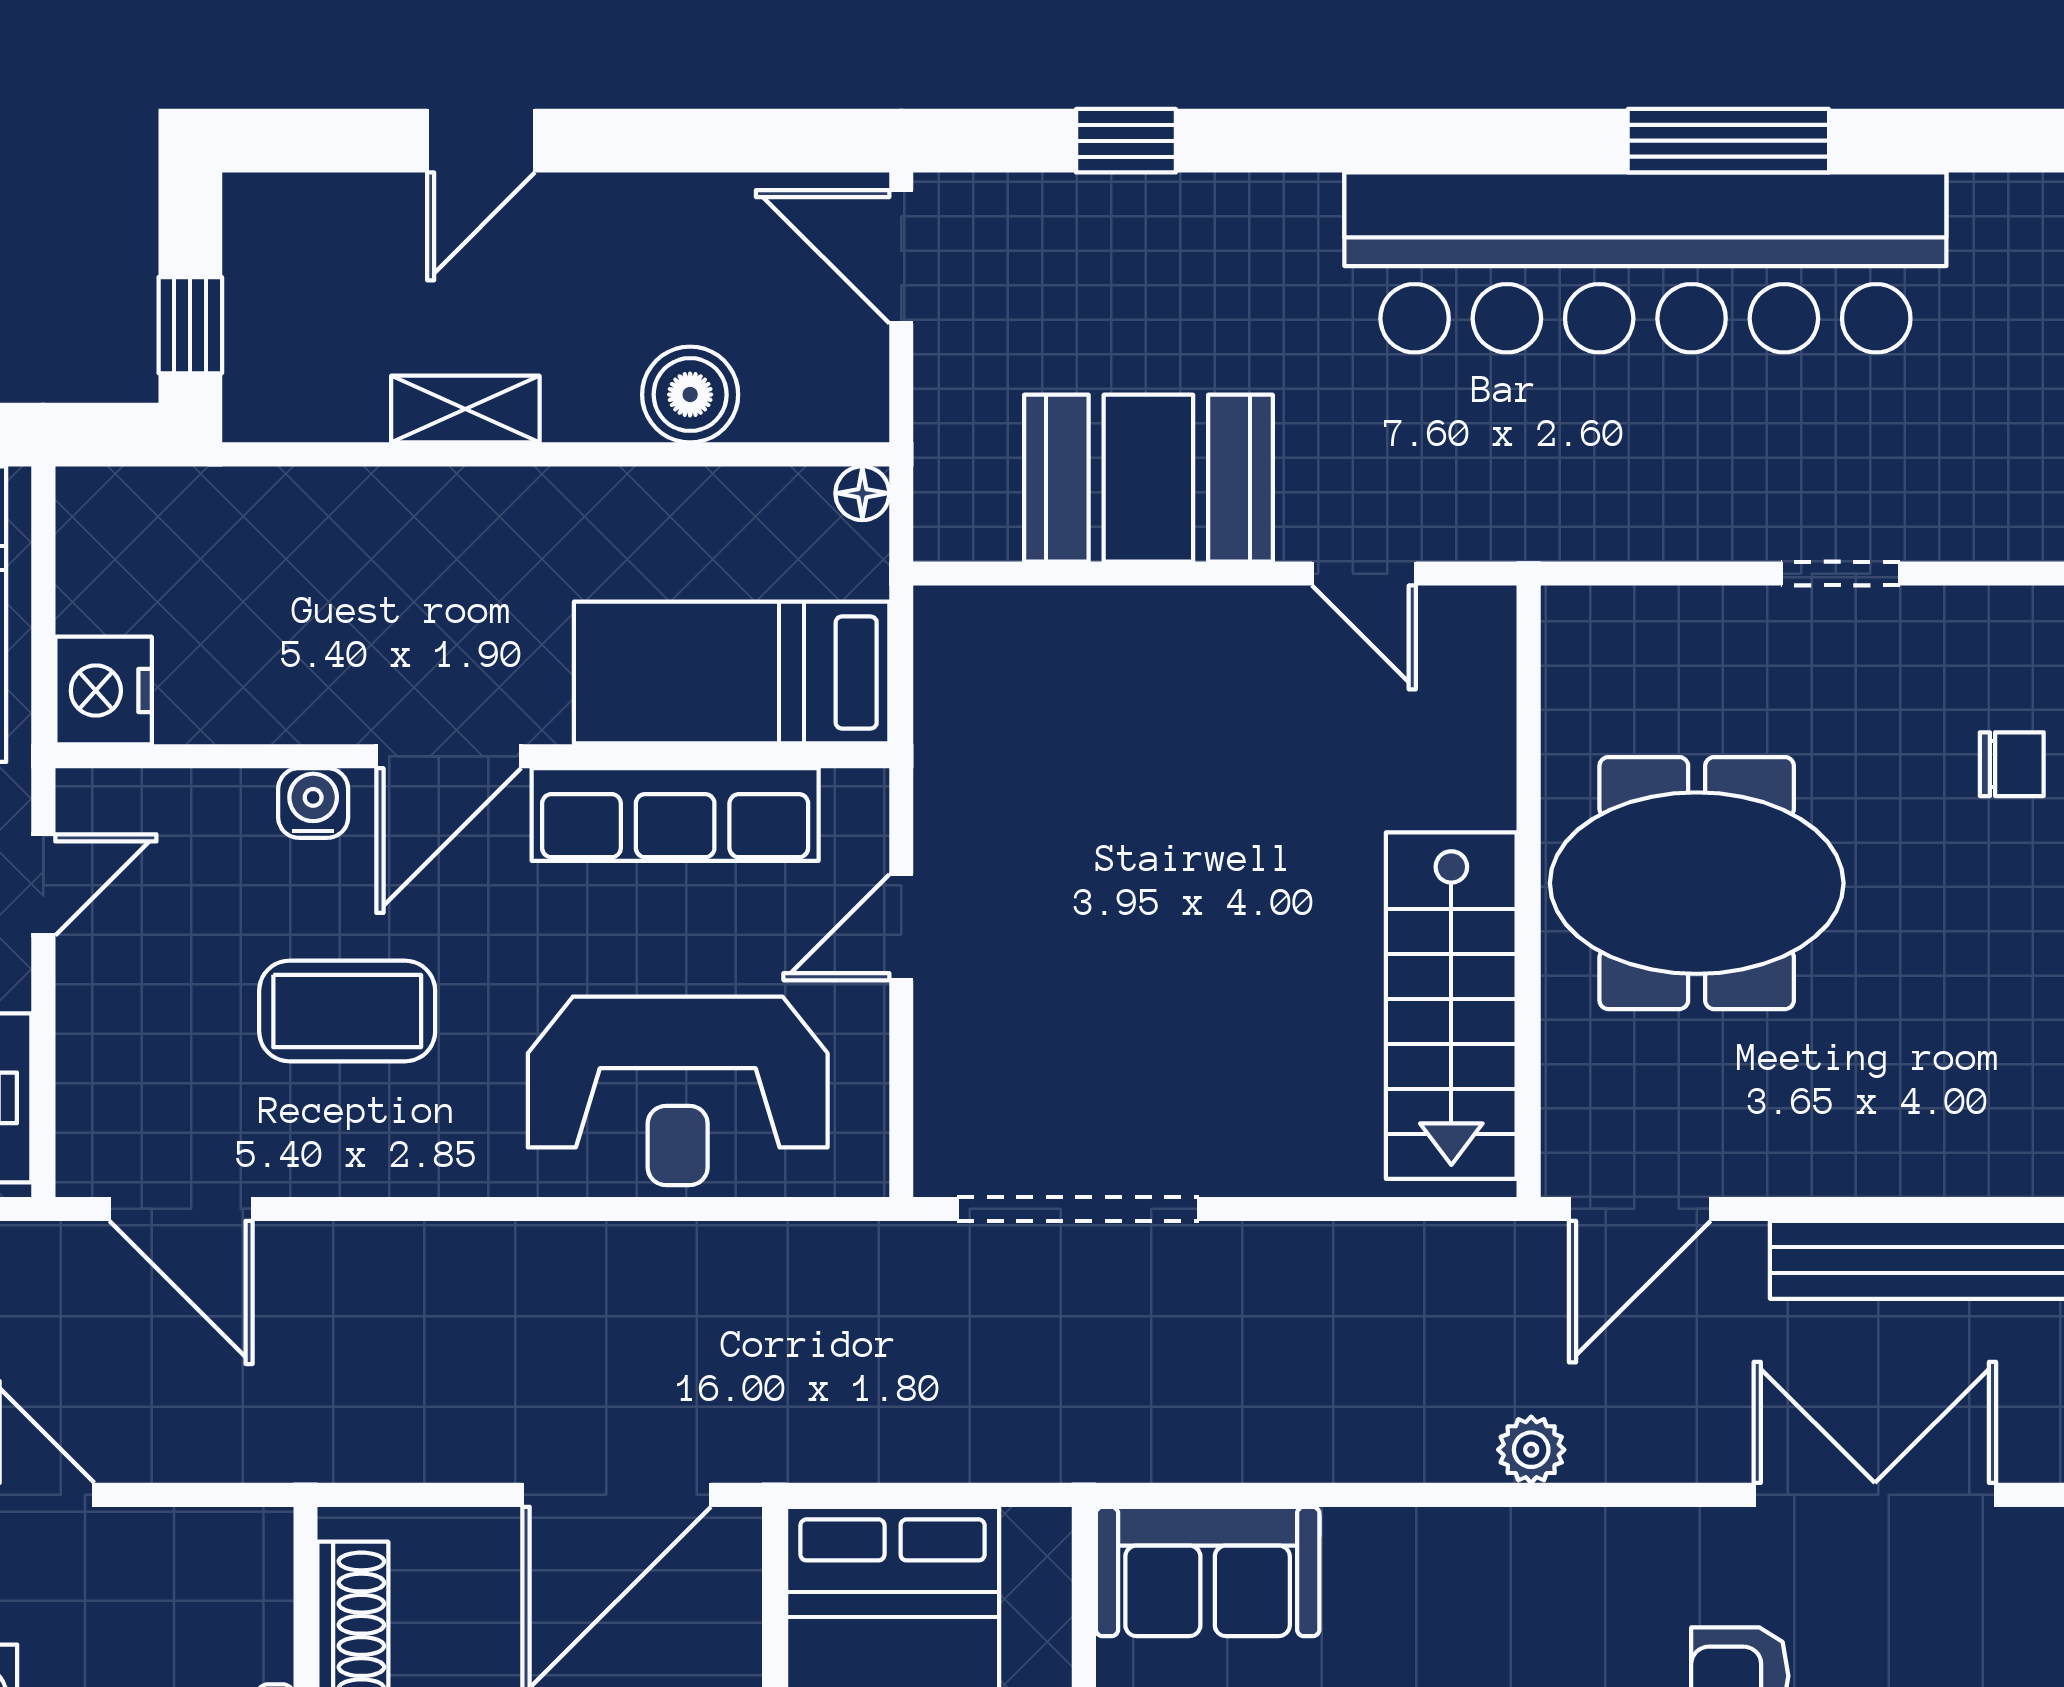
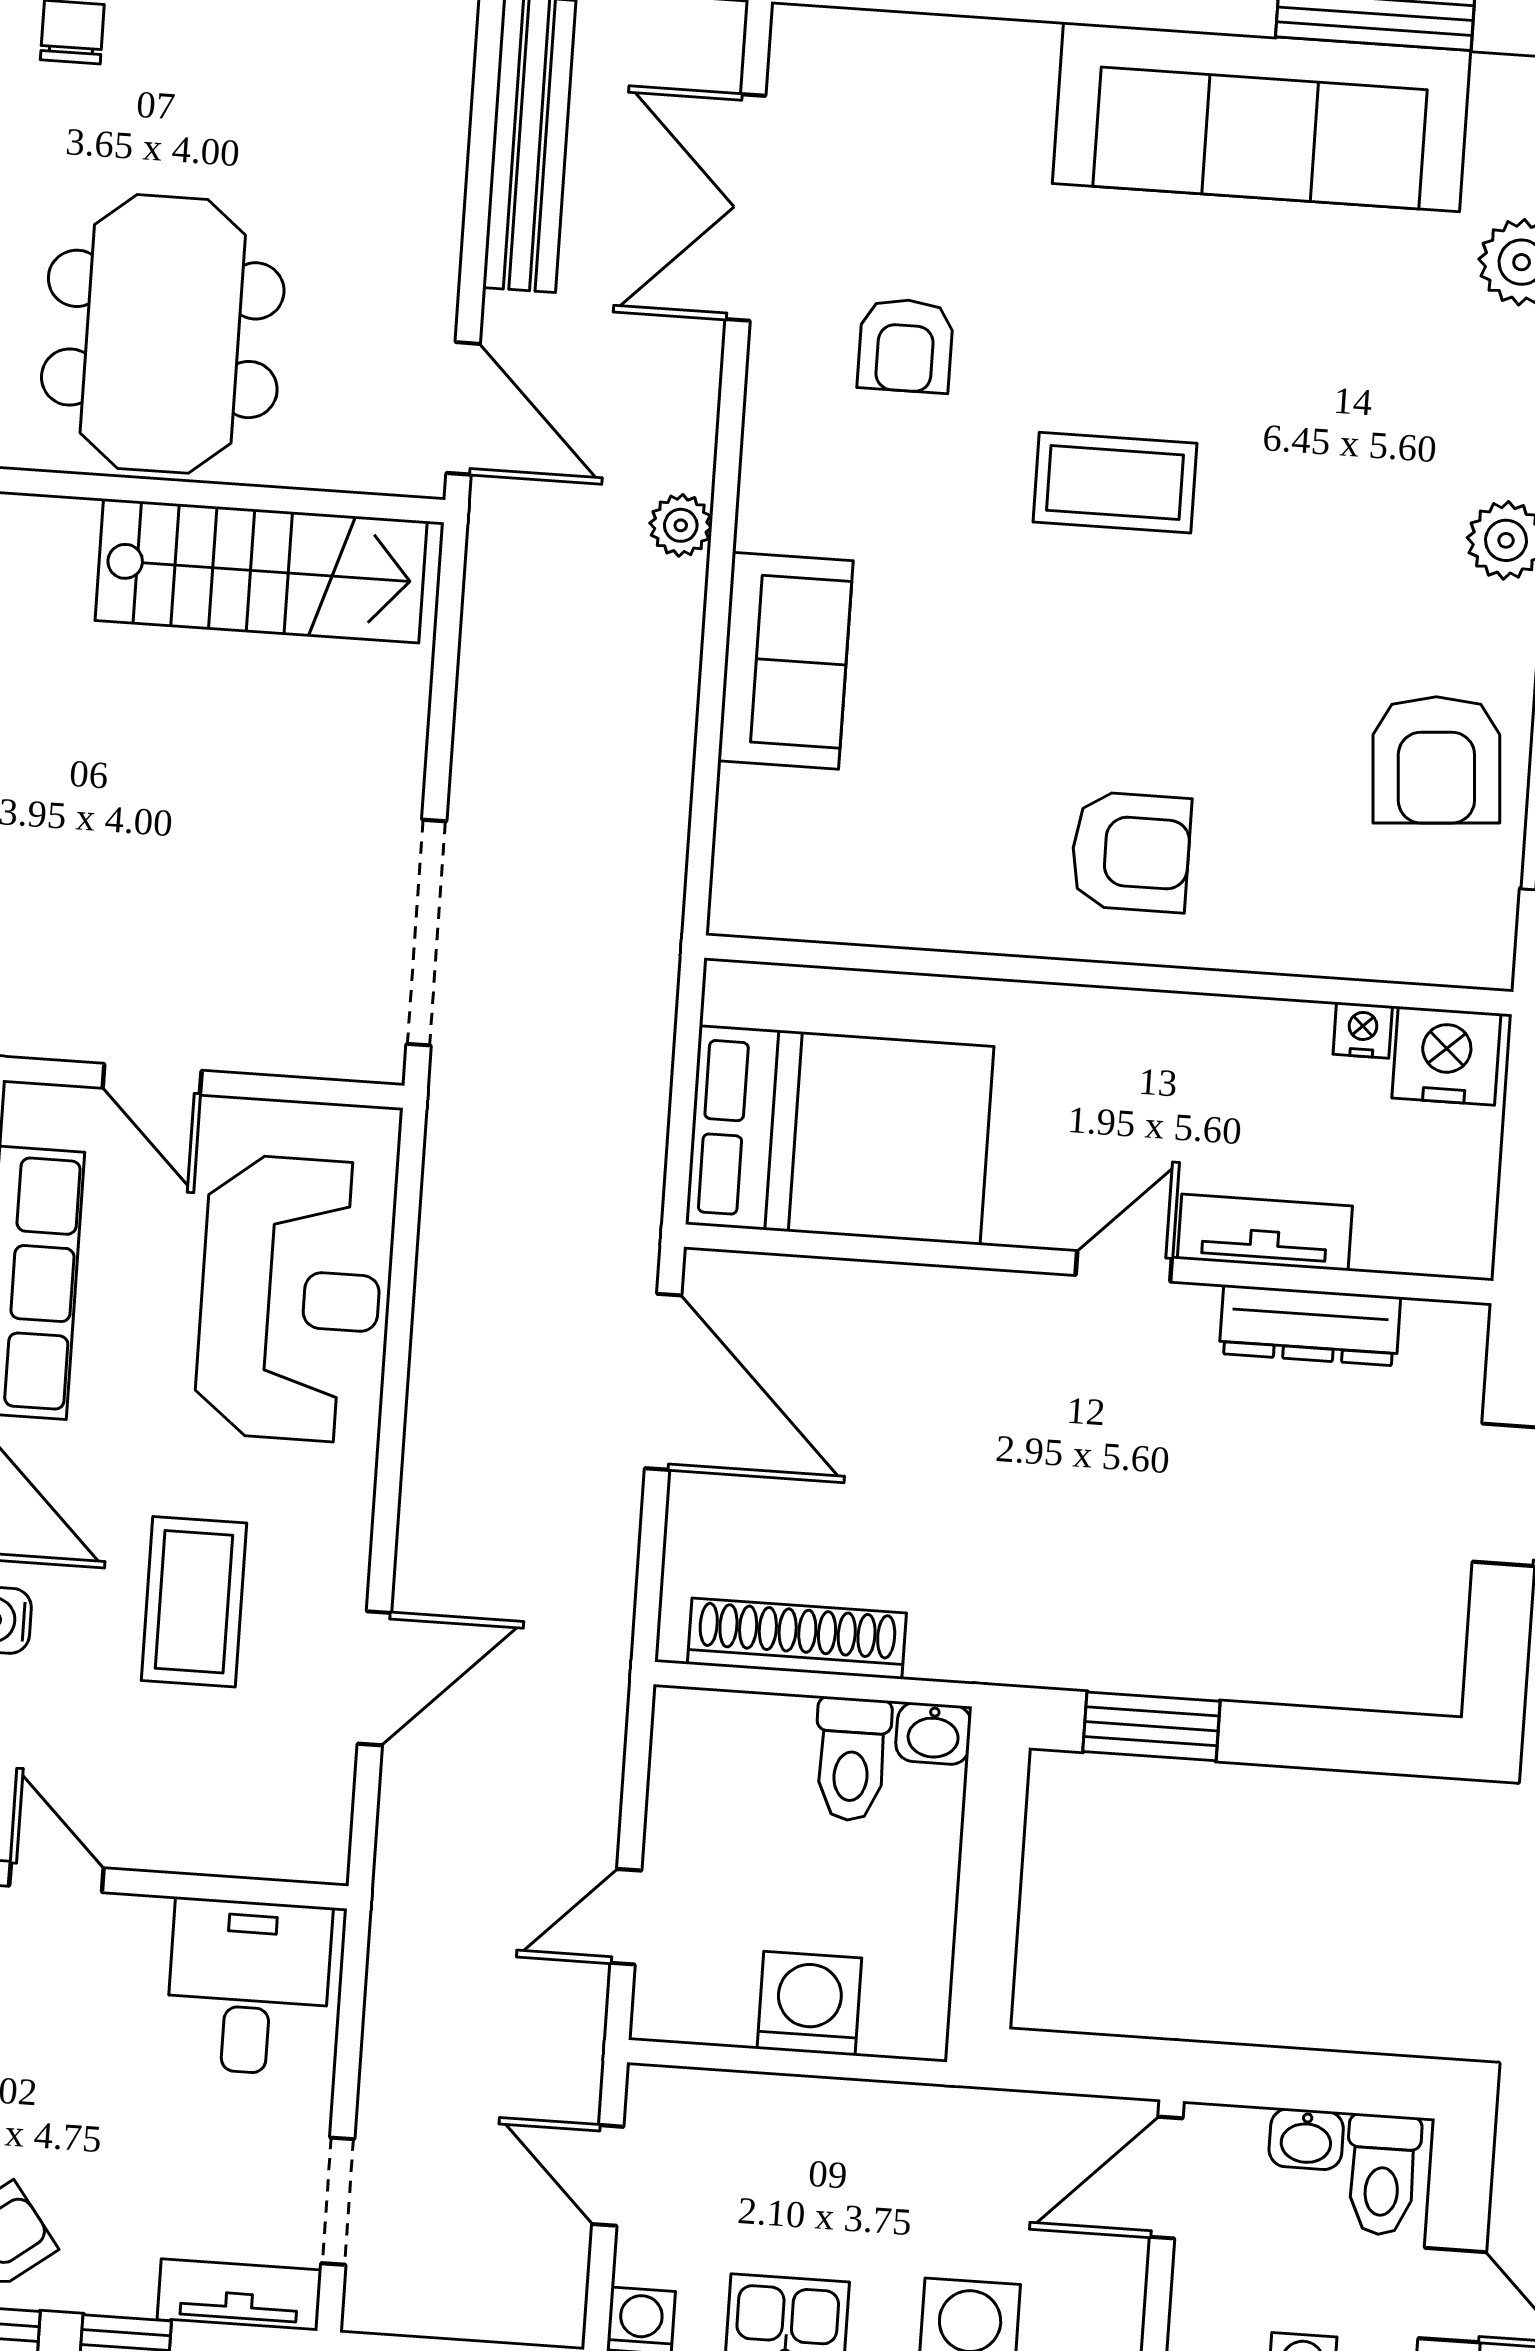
door: (181, 1209) -> (374, 1678), moved
sofa: (1208, 1571) -> (785, 661), moved

